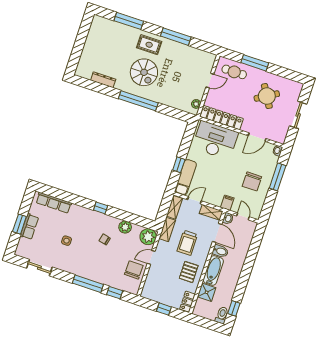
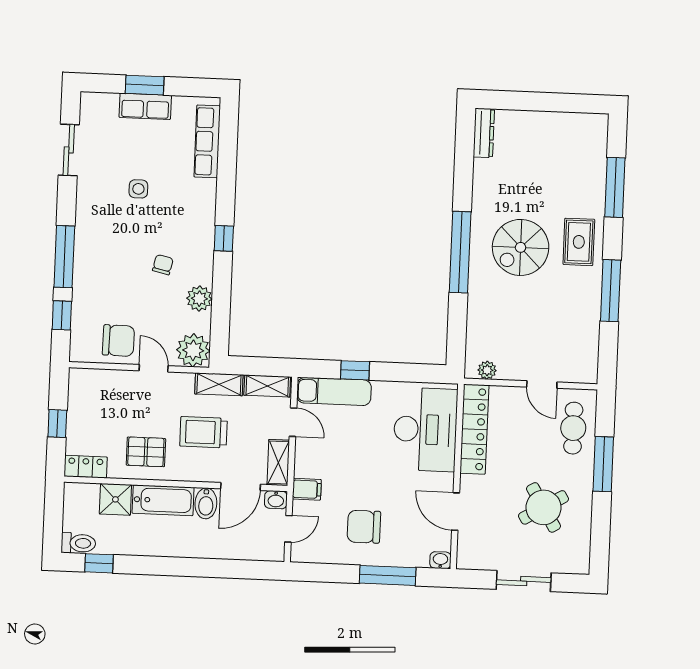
dresser: (103, 80) -> (484, 133), moved

